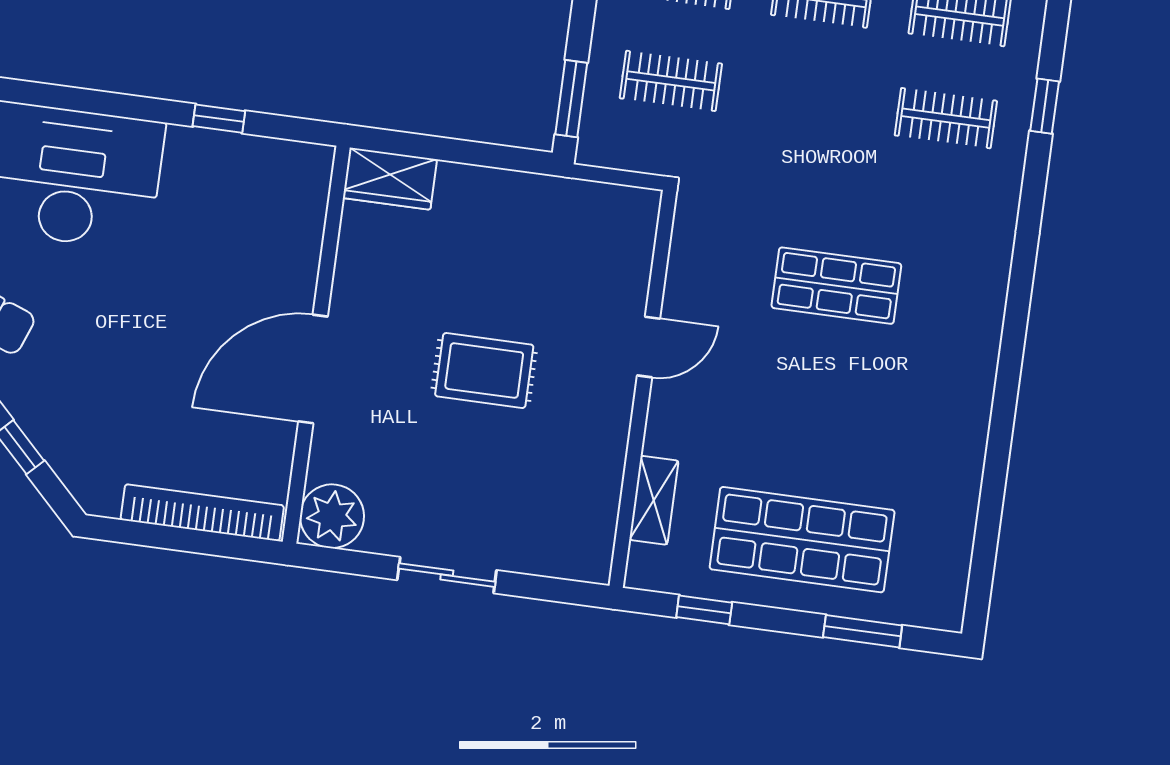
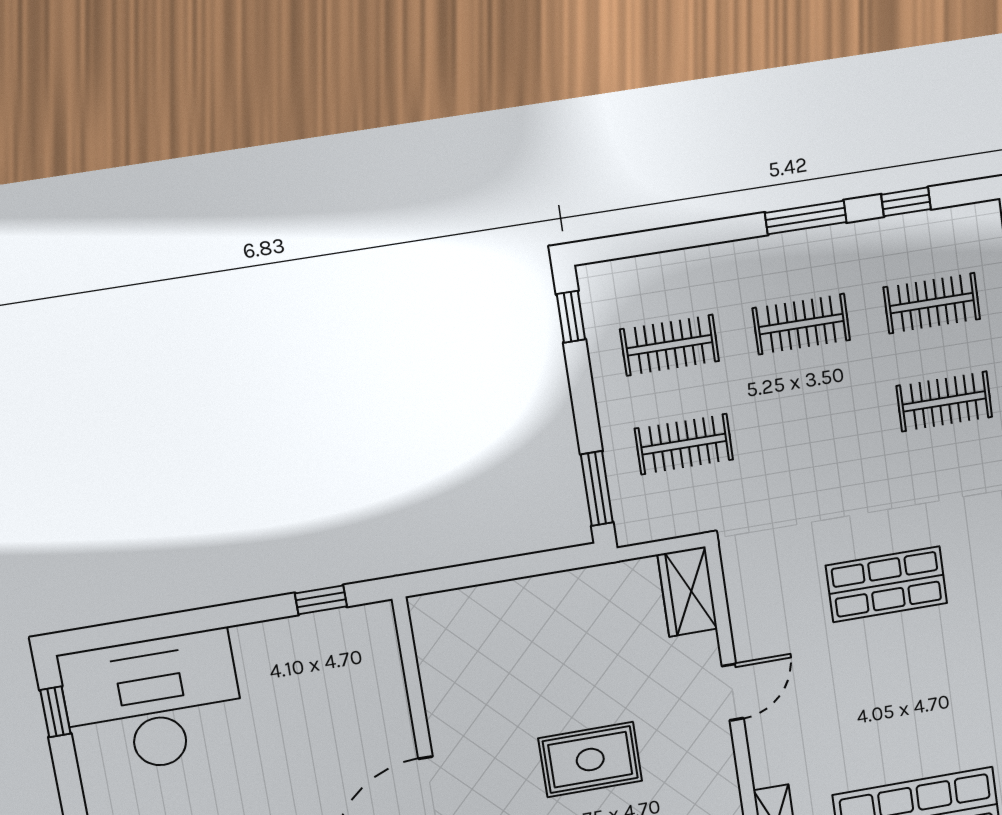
window: (219, 119) -> (321, 600), moved
wardrobe: (390, 179) -> (687, 592), moved, turned 90

